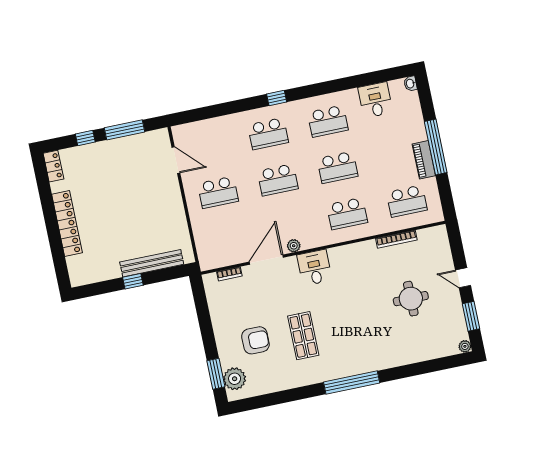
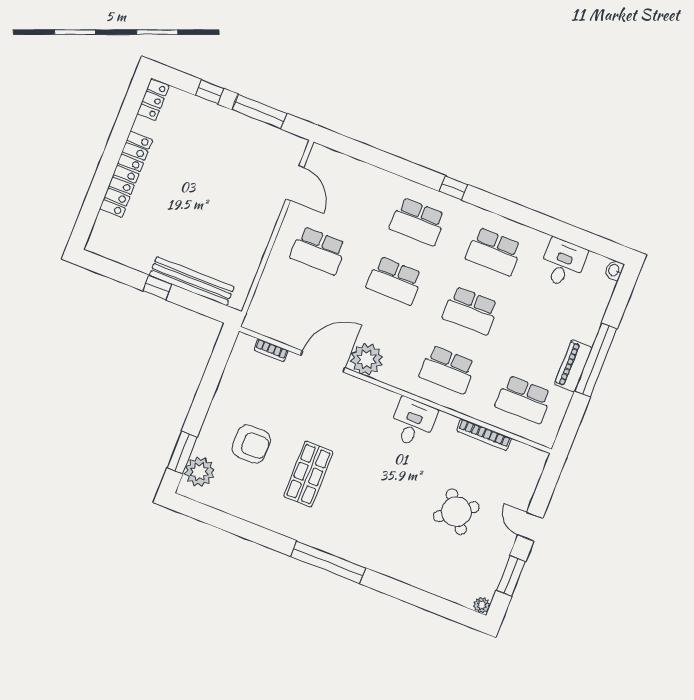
plant: (294, 246) -> (367, 359), width x1.88, depth x1.88
desk: (314, 268) -> (413, 422), moved
round table: (411, 299) -> (456, 512), turned -36

